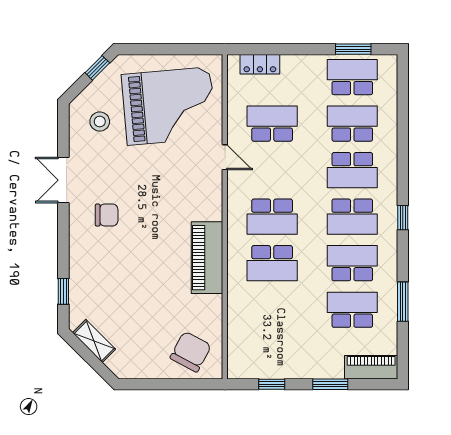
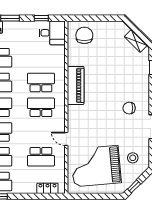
chair: (191, 352) -> (84, 35), turned 152
desk: (251, 356) -> (52, 33), added

